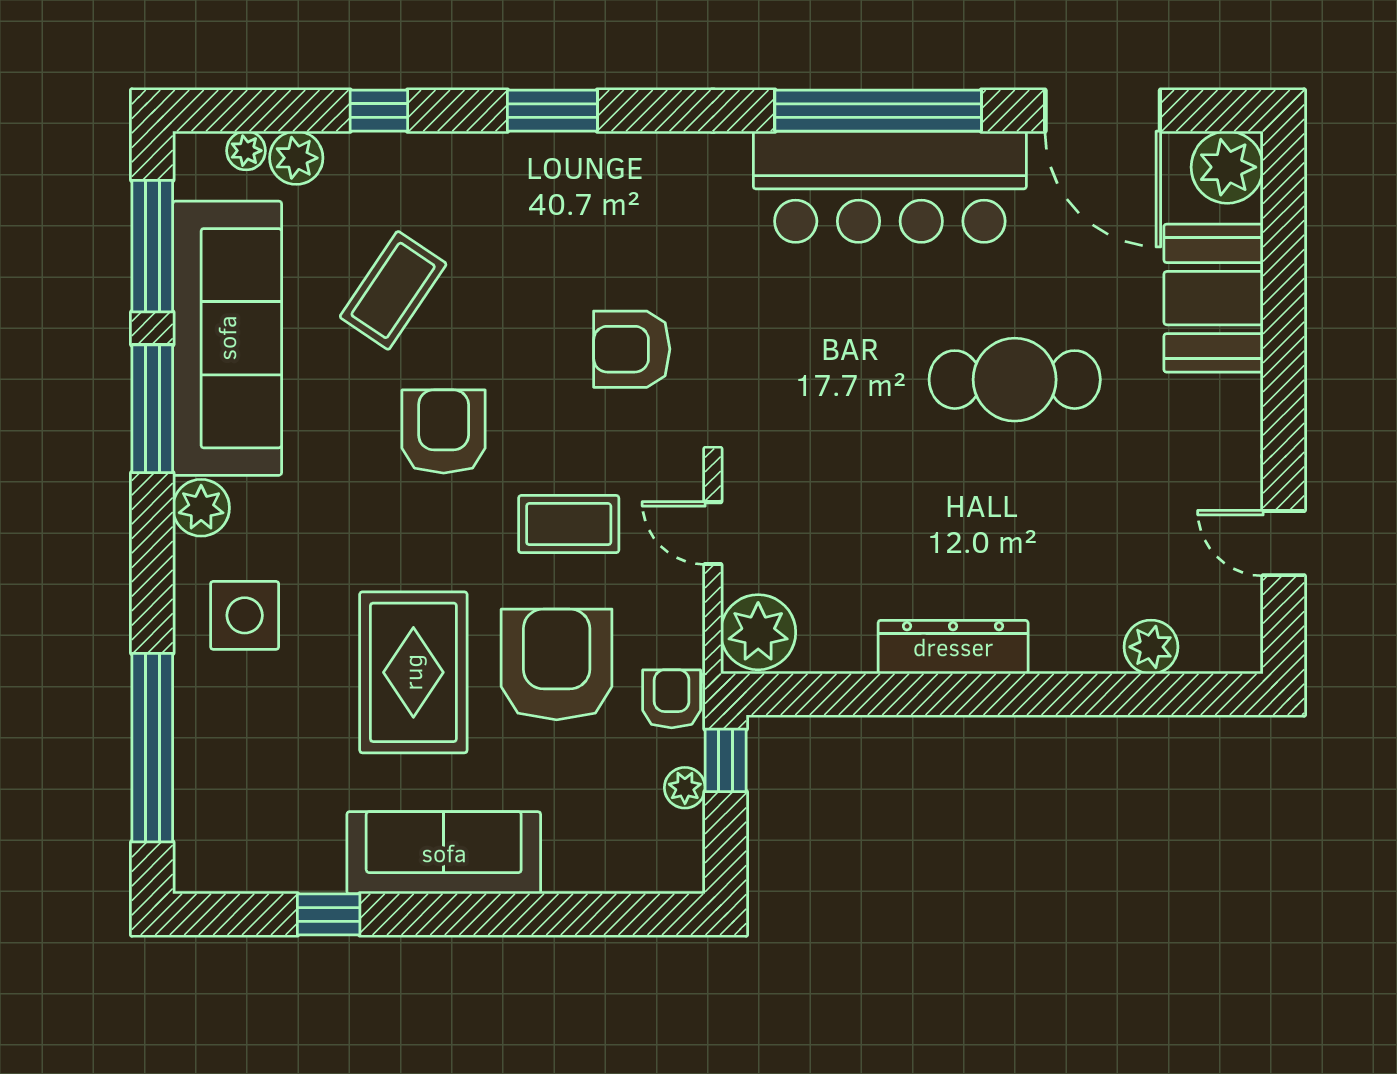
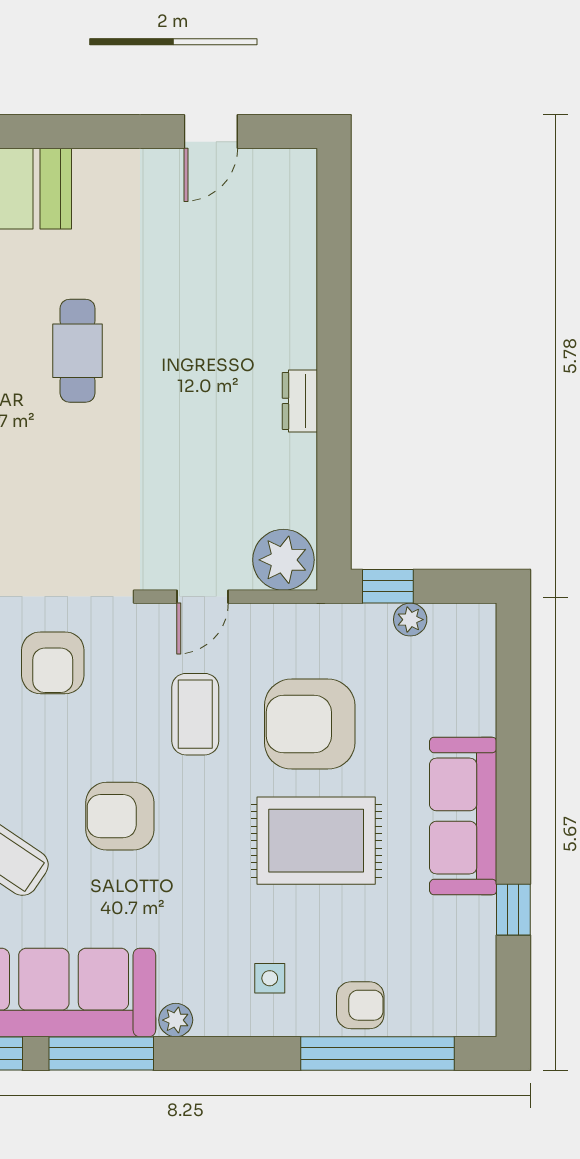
cafe table: (1015, 380) -> (78, 351), width x0.73, depth x0.74
plant: (201, 508) -> (176, 1020), width x0.73, depth x0.73
side table: (245, 615) -> (270, 978), width x0.54, depth x0.54
dresser: (953, 647) -> (300, 401), width x0.51, depth x0.80
plant: (1151, 647) -> (295, 240), removed
armchair: (672, 699) -> (360, 1005), moved, turned 180

